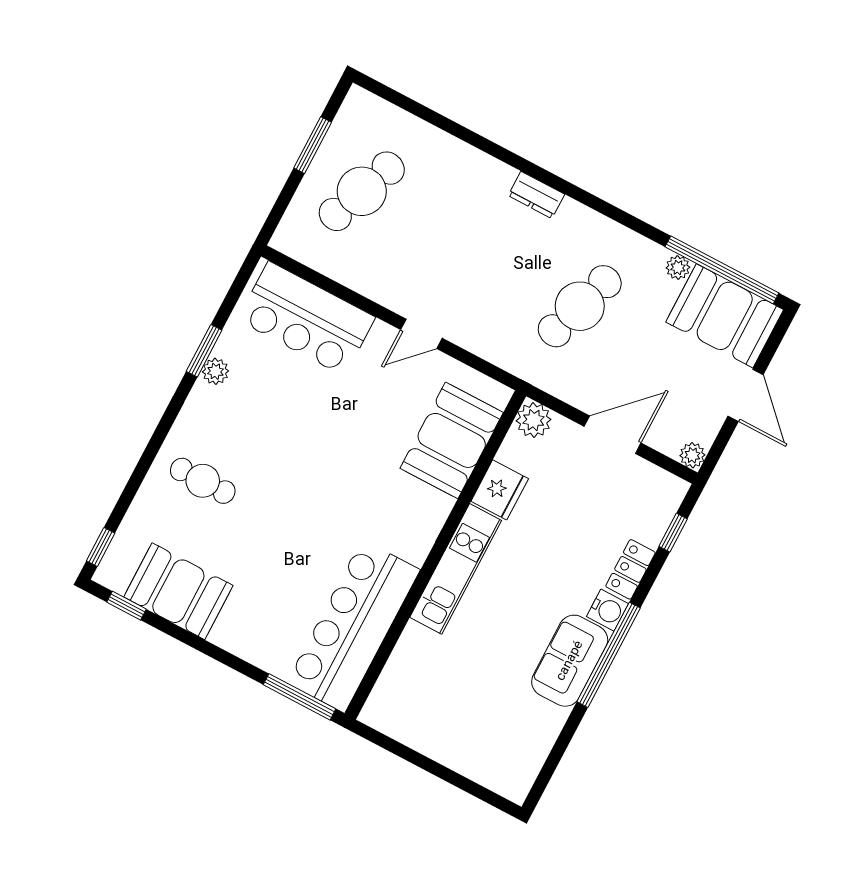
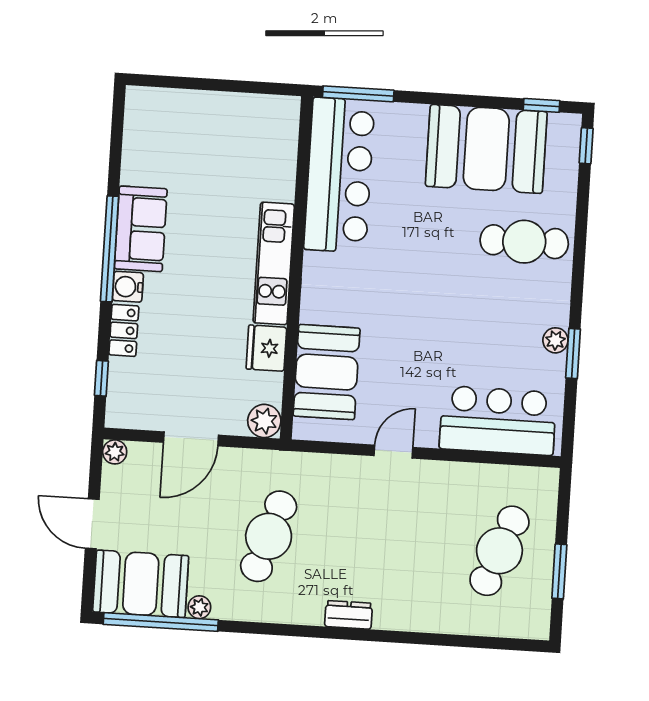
cafe table: (203, 481) -> (524, 242), width x1.37, depth x1.35
booth: (178, 591) -> (486, 149), width x1.36, depth x1.42

